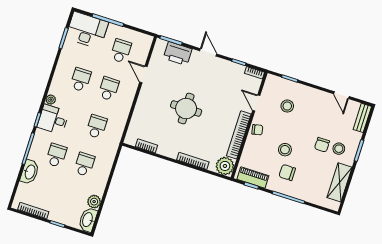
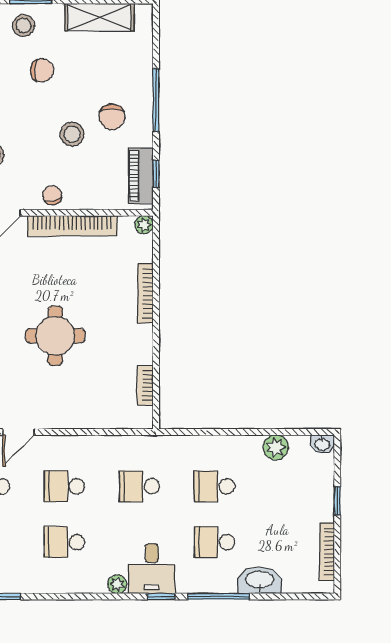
stool: (339, 149) -> (24, 25), moved
plant: (225, 166) -> (144, 225), width x0.53, depth x0.53
washbasin: (88, 220) -> (322, 444), width x0.52, depth x0.69

